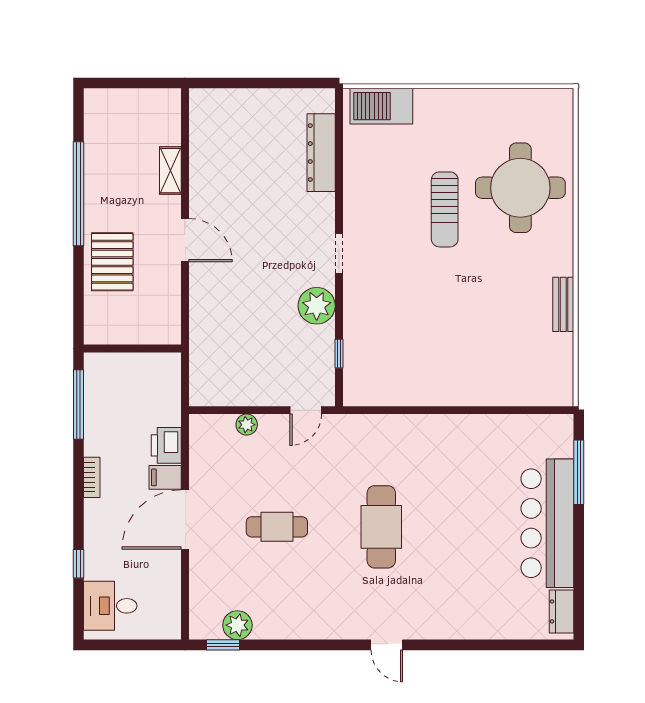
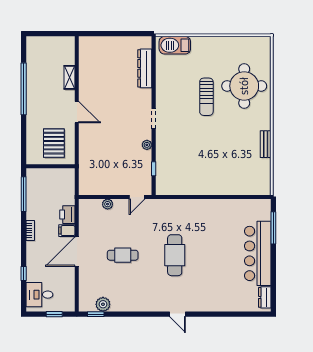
pallet: (112, 262) -> (54, 143), moved
plant: (317, 306) -> (147, 145), width x0.53, depth x0.53
window: (140, 645) -> (54, 314), added

